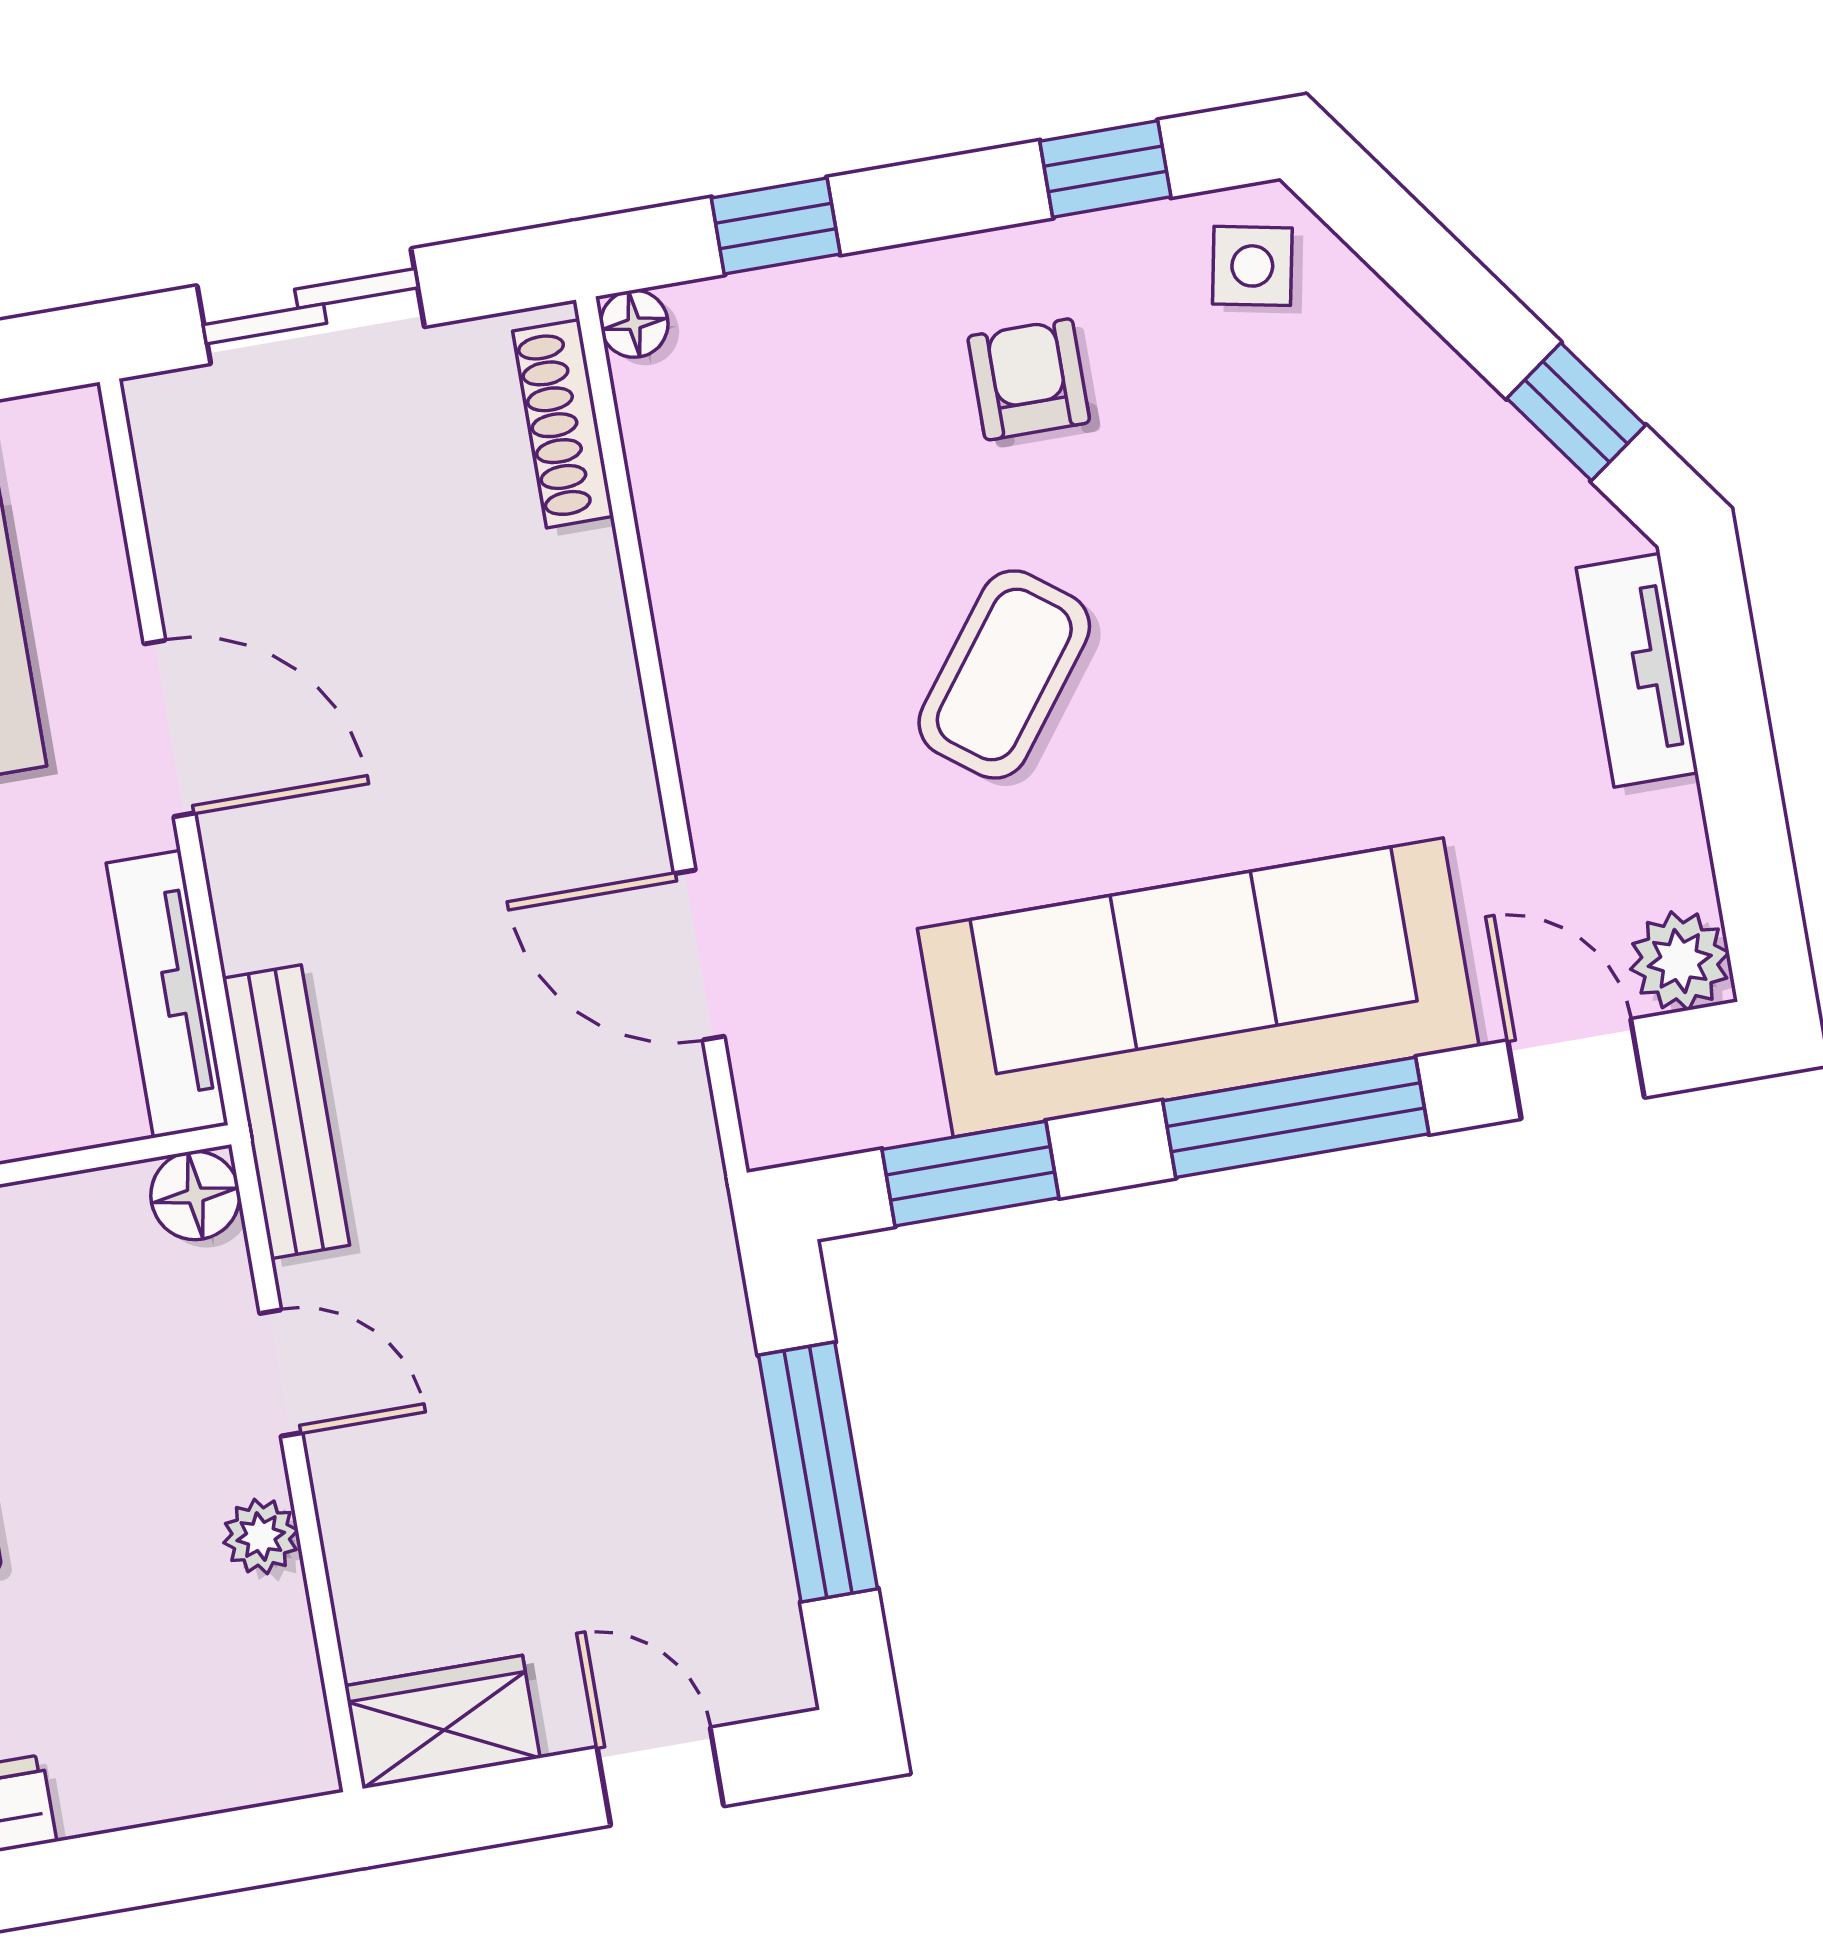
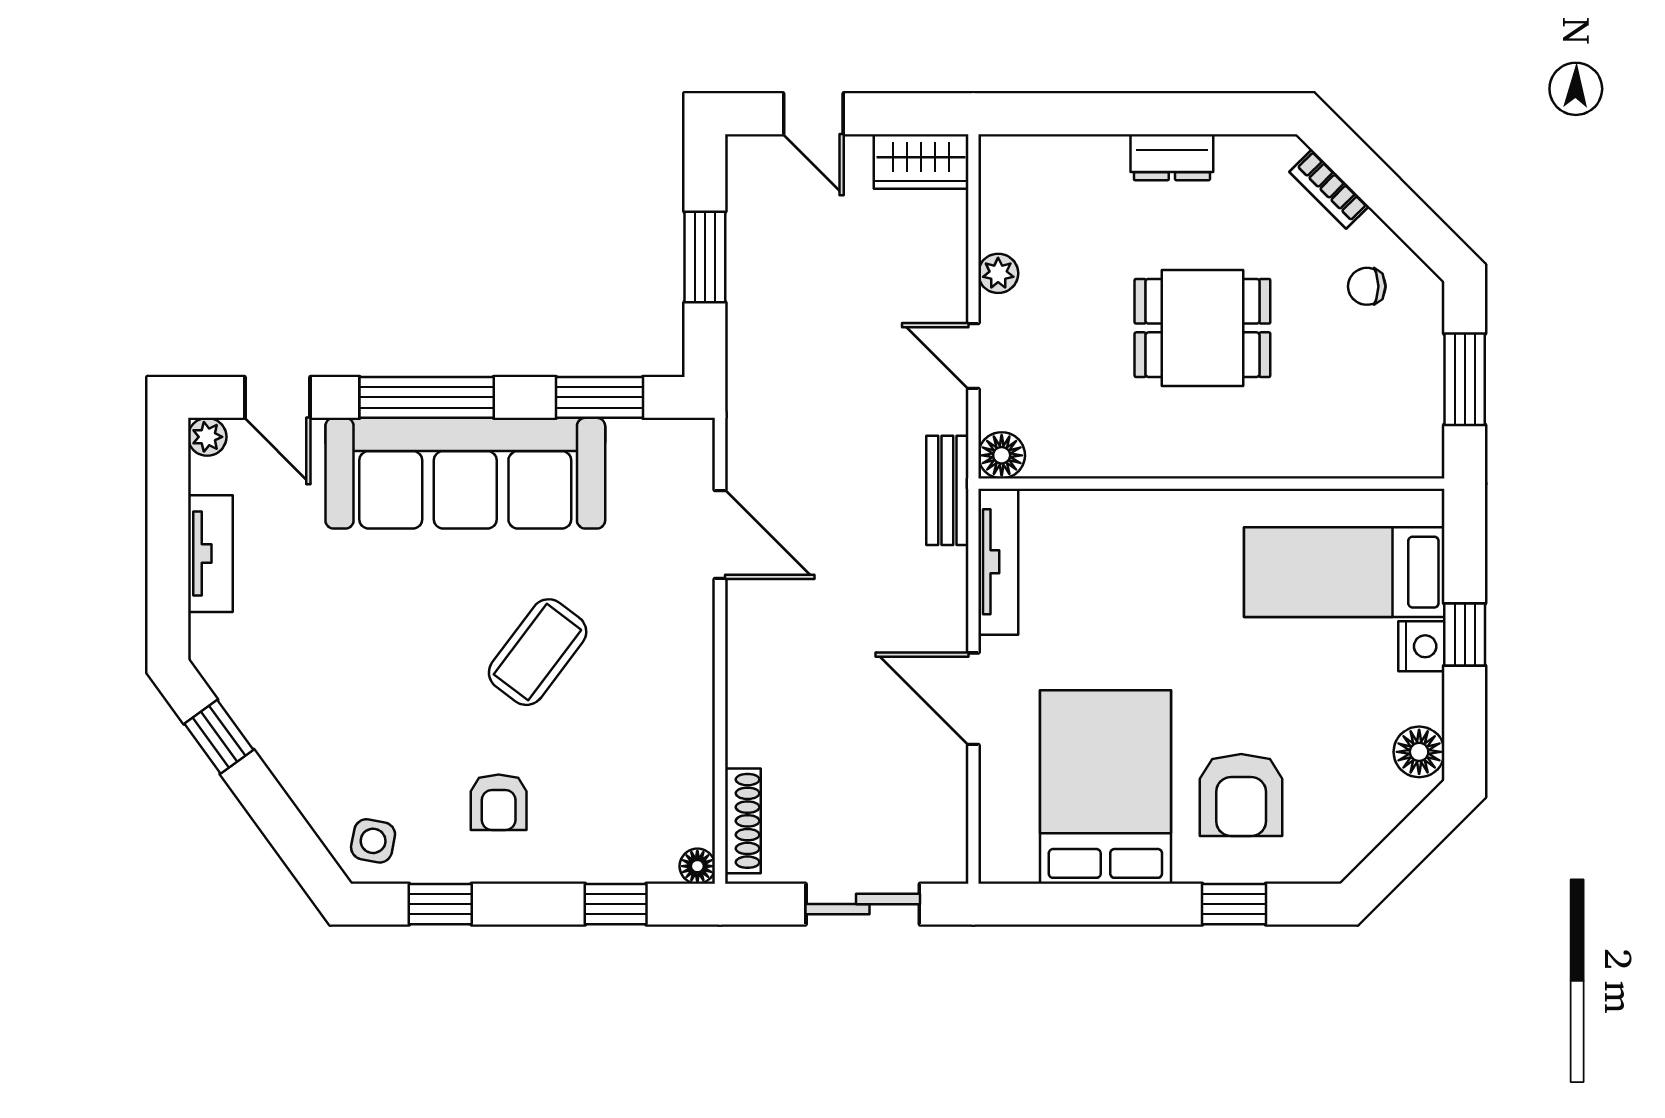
tv unit: (1637, 670) -> (210, 554), moved
plant: (1680, 961) -> (207, 437), width x0.73, depth x0.73
bench: (286, 1112) -> (947, 490), width x0.73
window: (818, 1472) -> (705, 257), width x0.69

